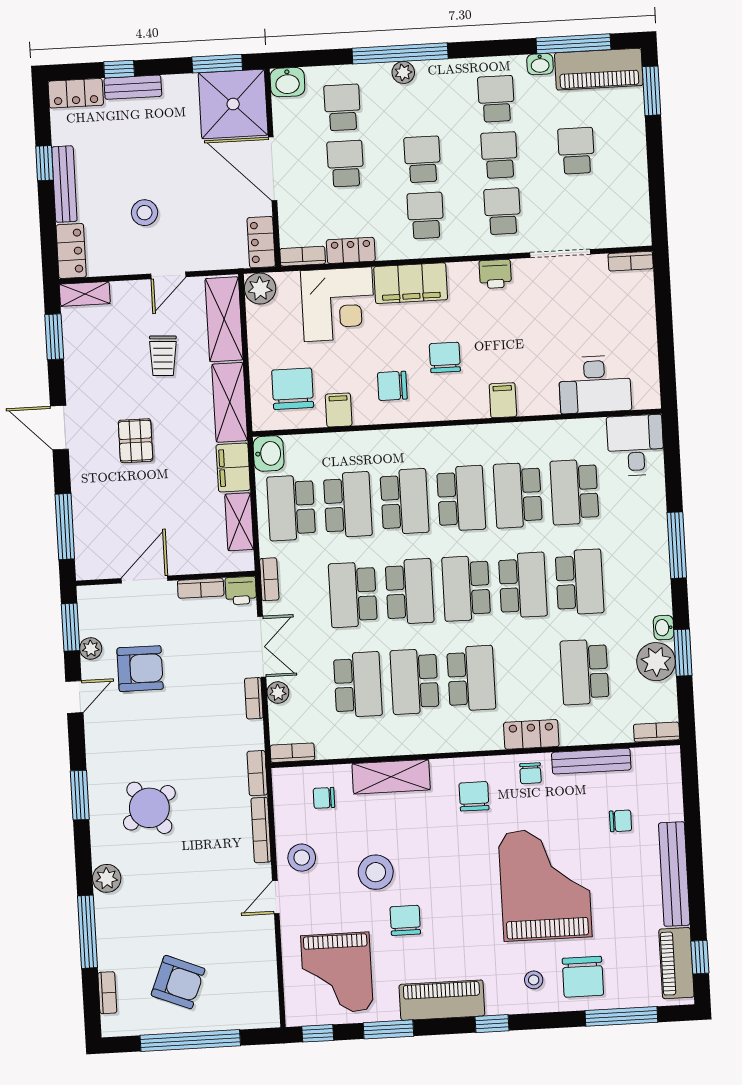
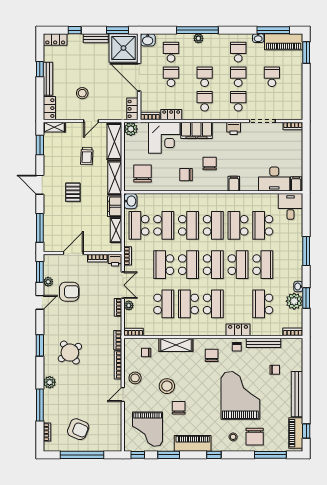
bench: (133, 87) -> (96, 38), moved
filing cabinet: (339, 410) -> (296, 184), moved
school desk: (466, 588) -> (213, 265), turned 180

